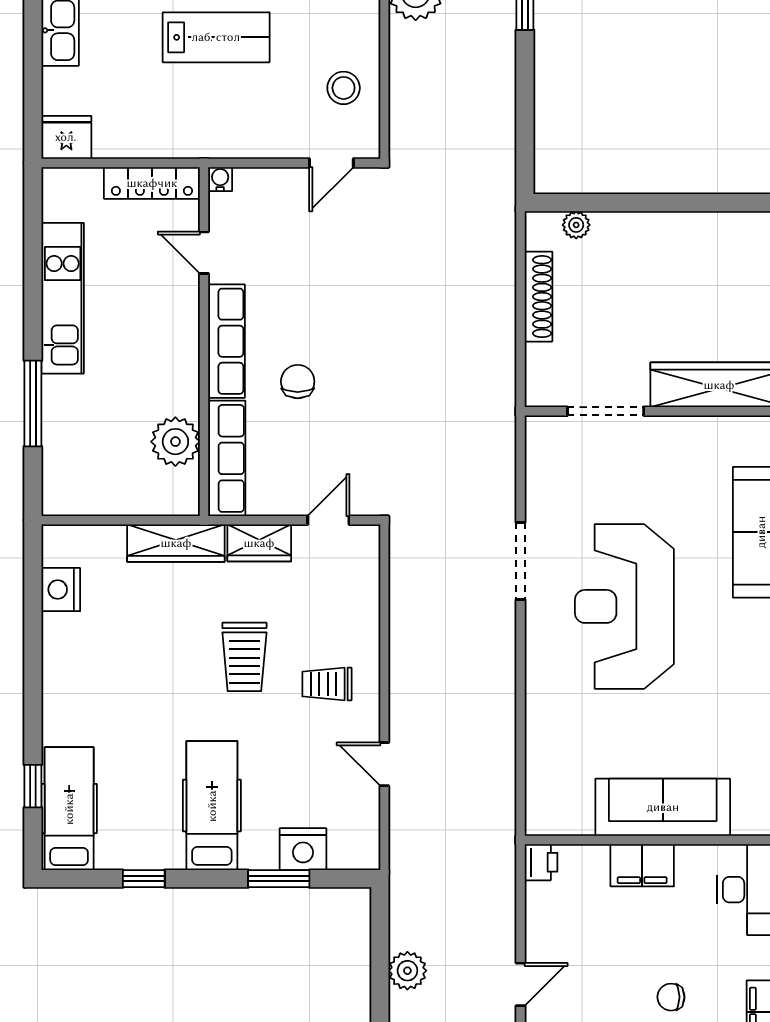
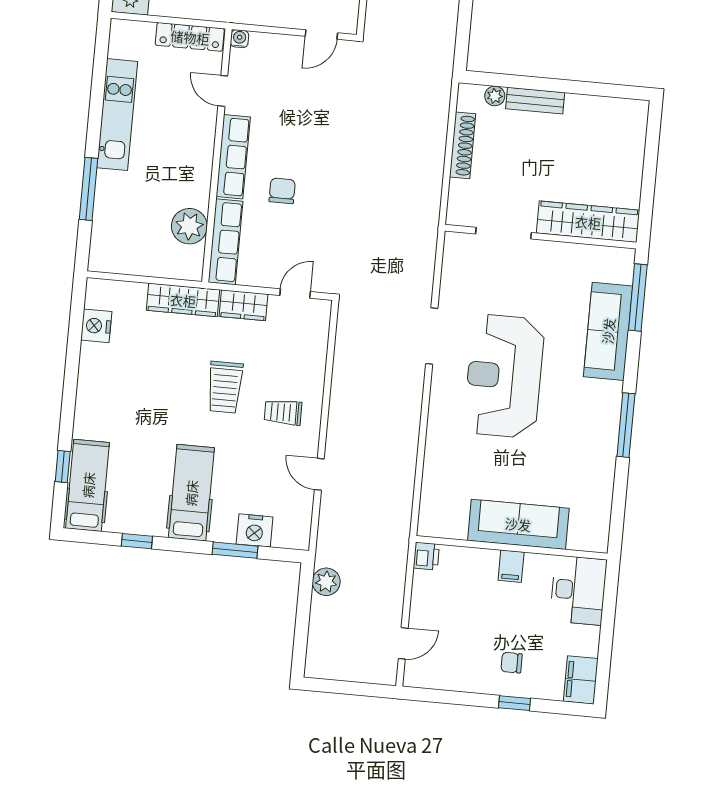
bench: (632, 226) -> (535, 101), added
filing cabinet: (642, 865) -> (511, 566), width x0.50
plant: (407, 971) -> (326, 582), moved

